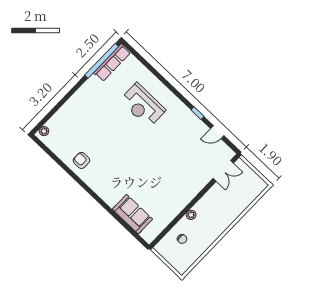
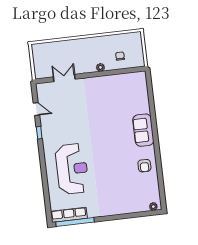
reception desk: (143, 105) -> (72, 169), width x1.36, depth x1.30
double door: (223, 171) -> (64, 78), moved
sofa: (132, 214) -> (143, 130), moved

